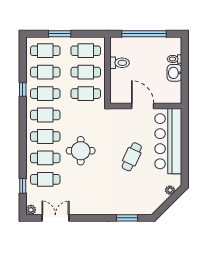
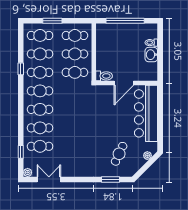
toilet: (120, 63) -> (104, 76), moved
door: (143, 106) -> (124, 83), swing flipped
round table: (81, 151) -> (71, 122), removed
cafe table: (132, 157) -> (119, 154), moved

